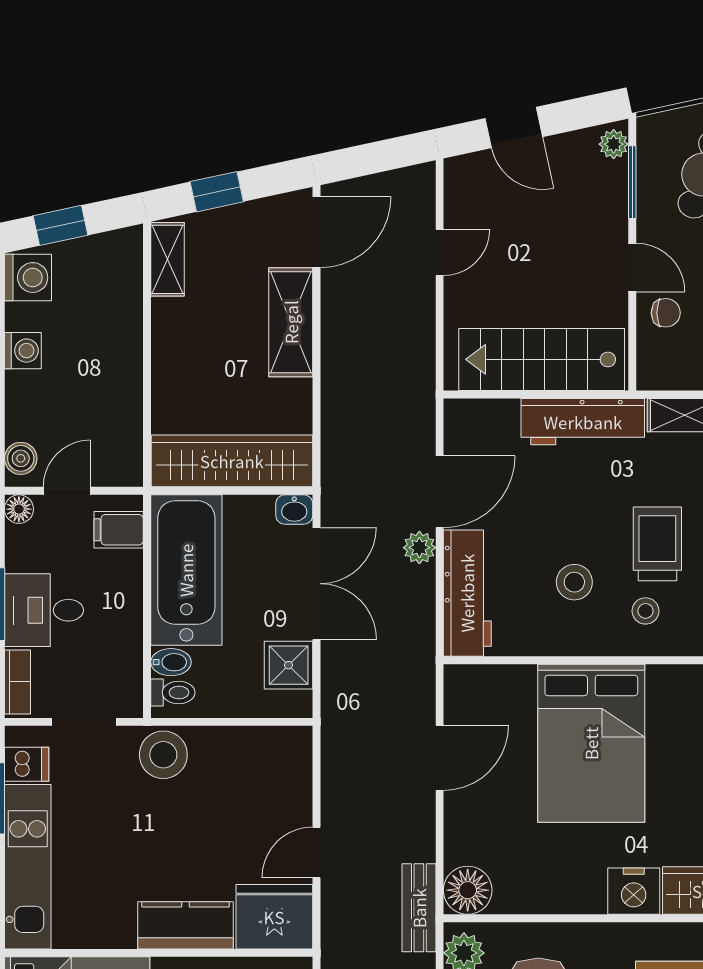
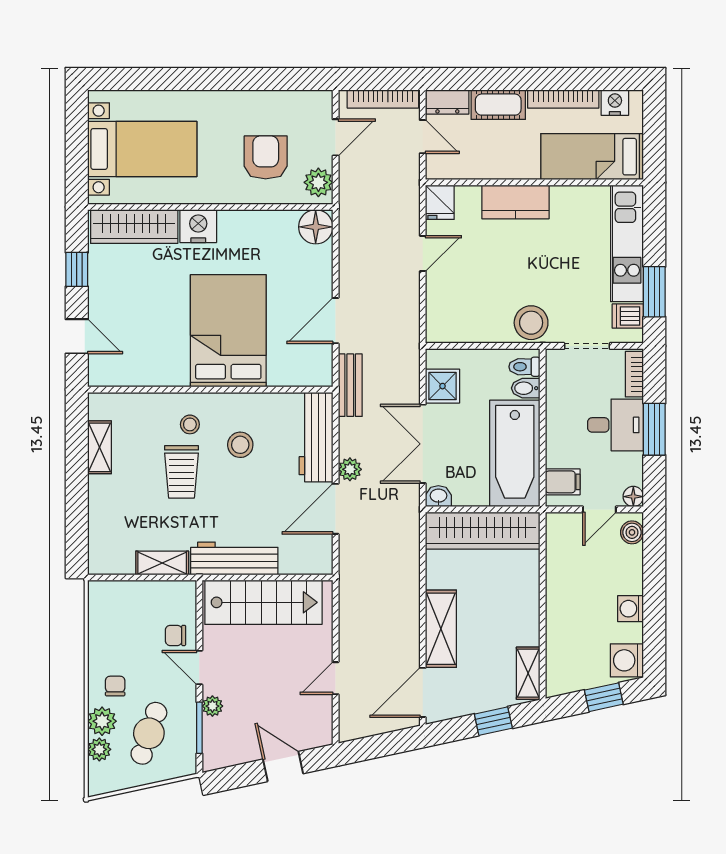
plant: (614, 144) -> (212, 706), moved
bench: (419, 908) -> (350, 385), moved
fridge: (274, 917) -> (440, 202), width x0.53, depth x0.75

